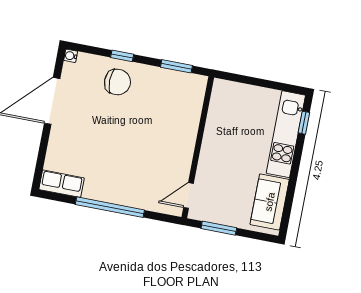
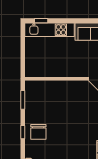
chair: (117, 82) -> (38, 132), turned 180

